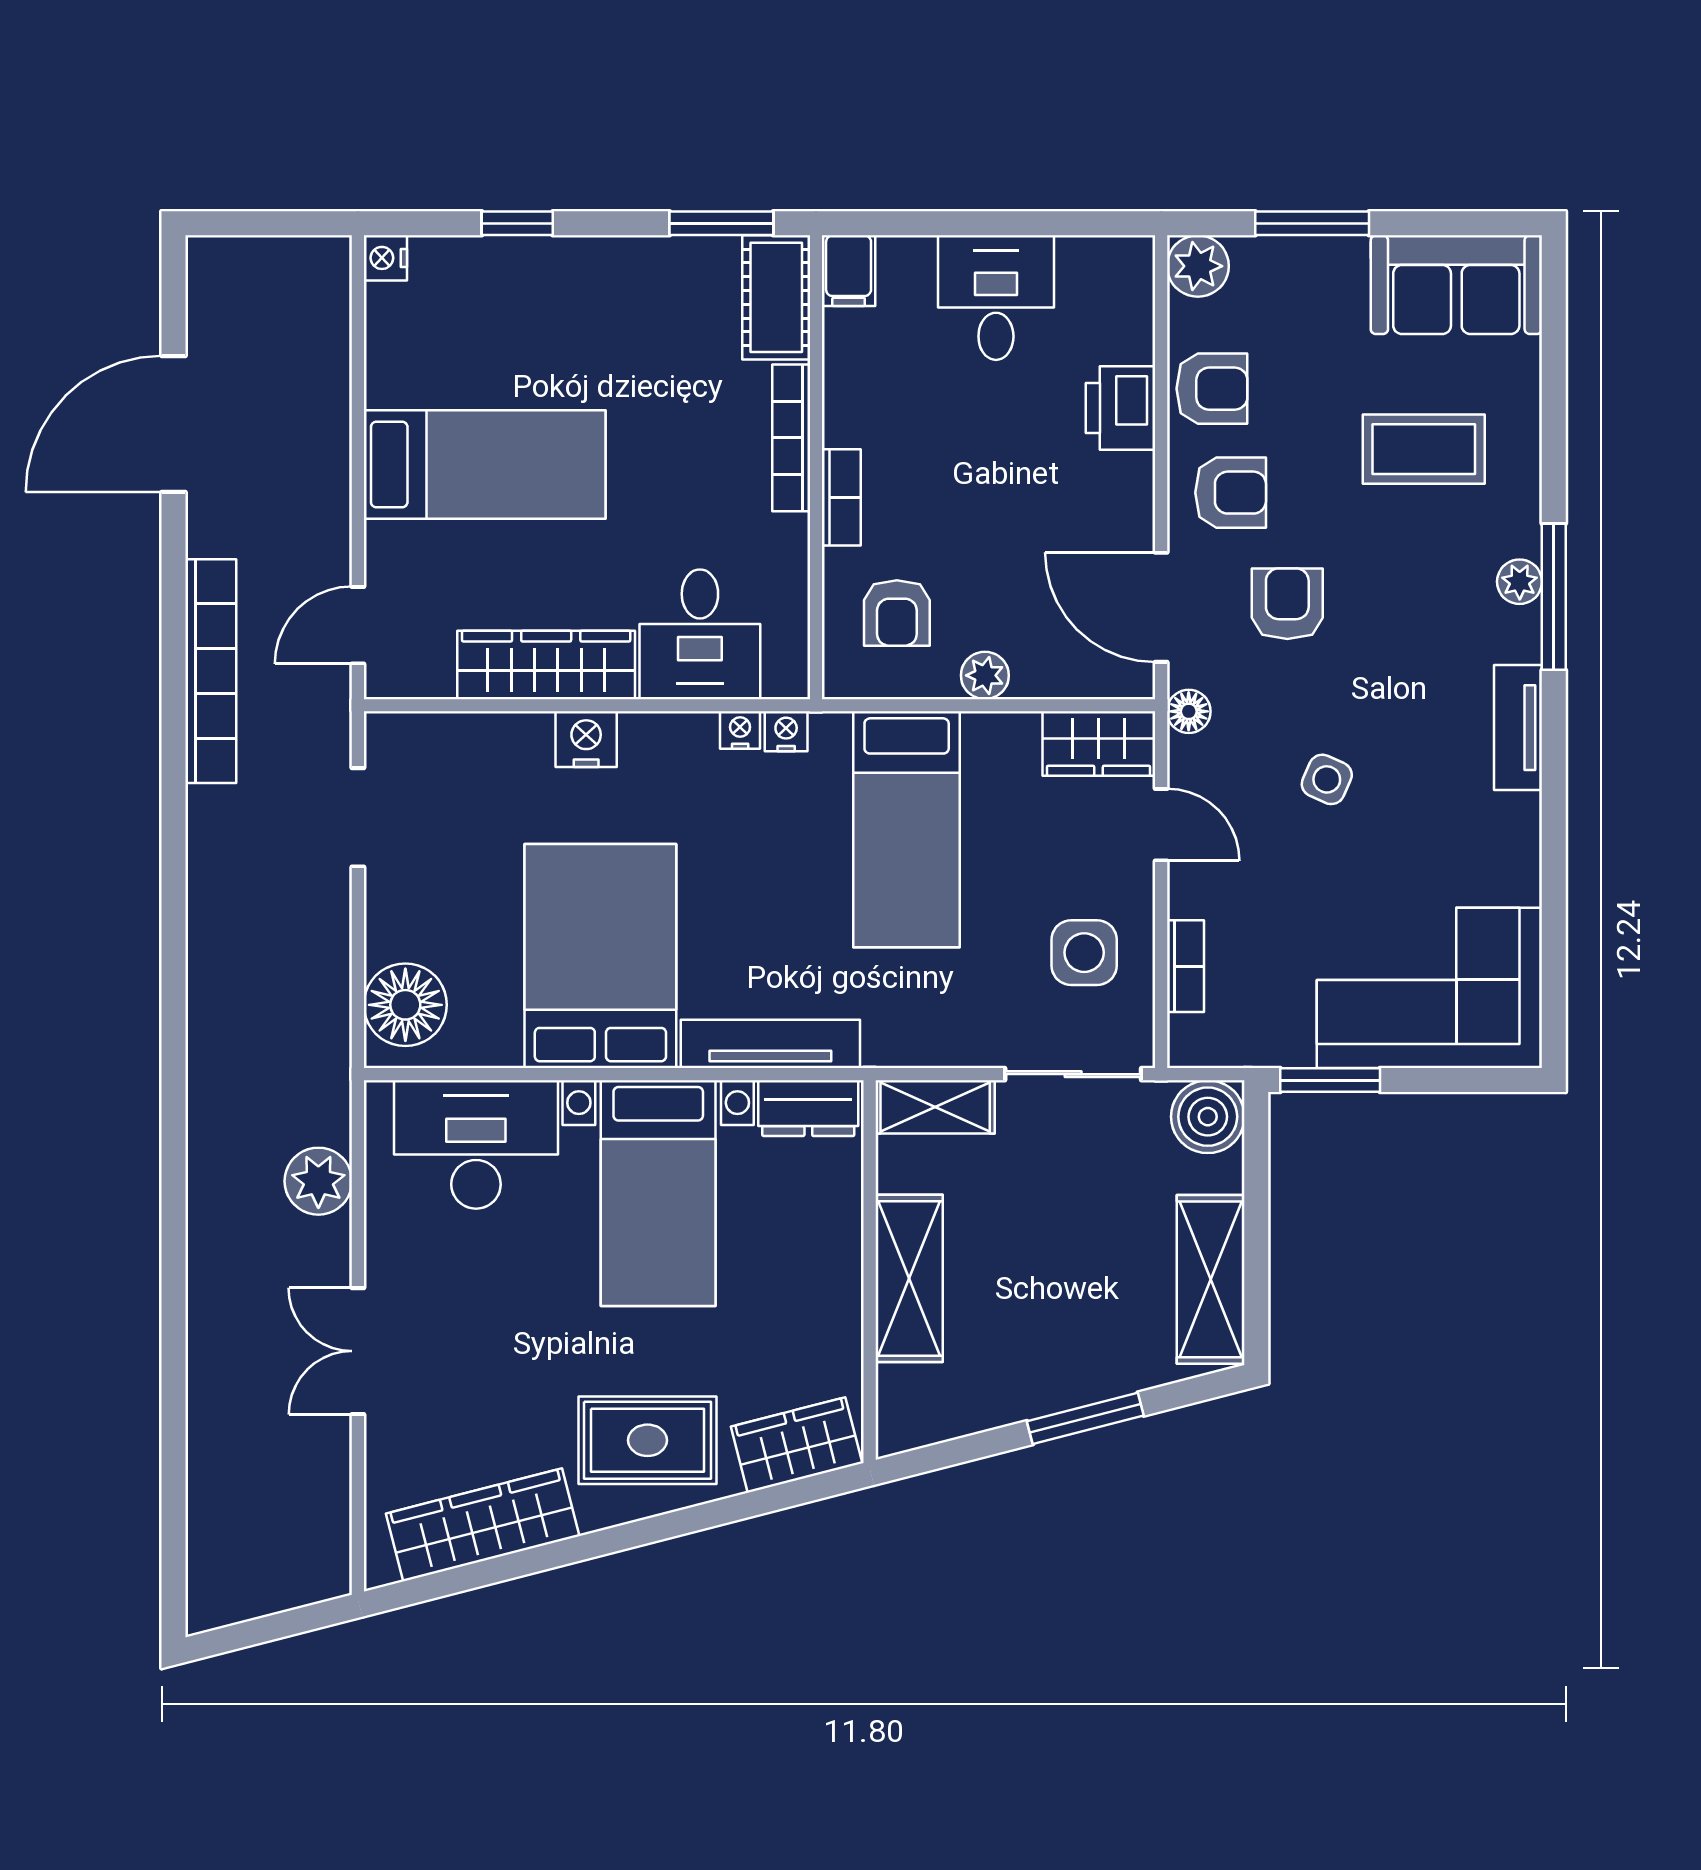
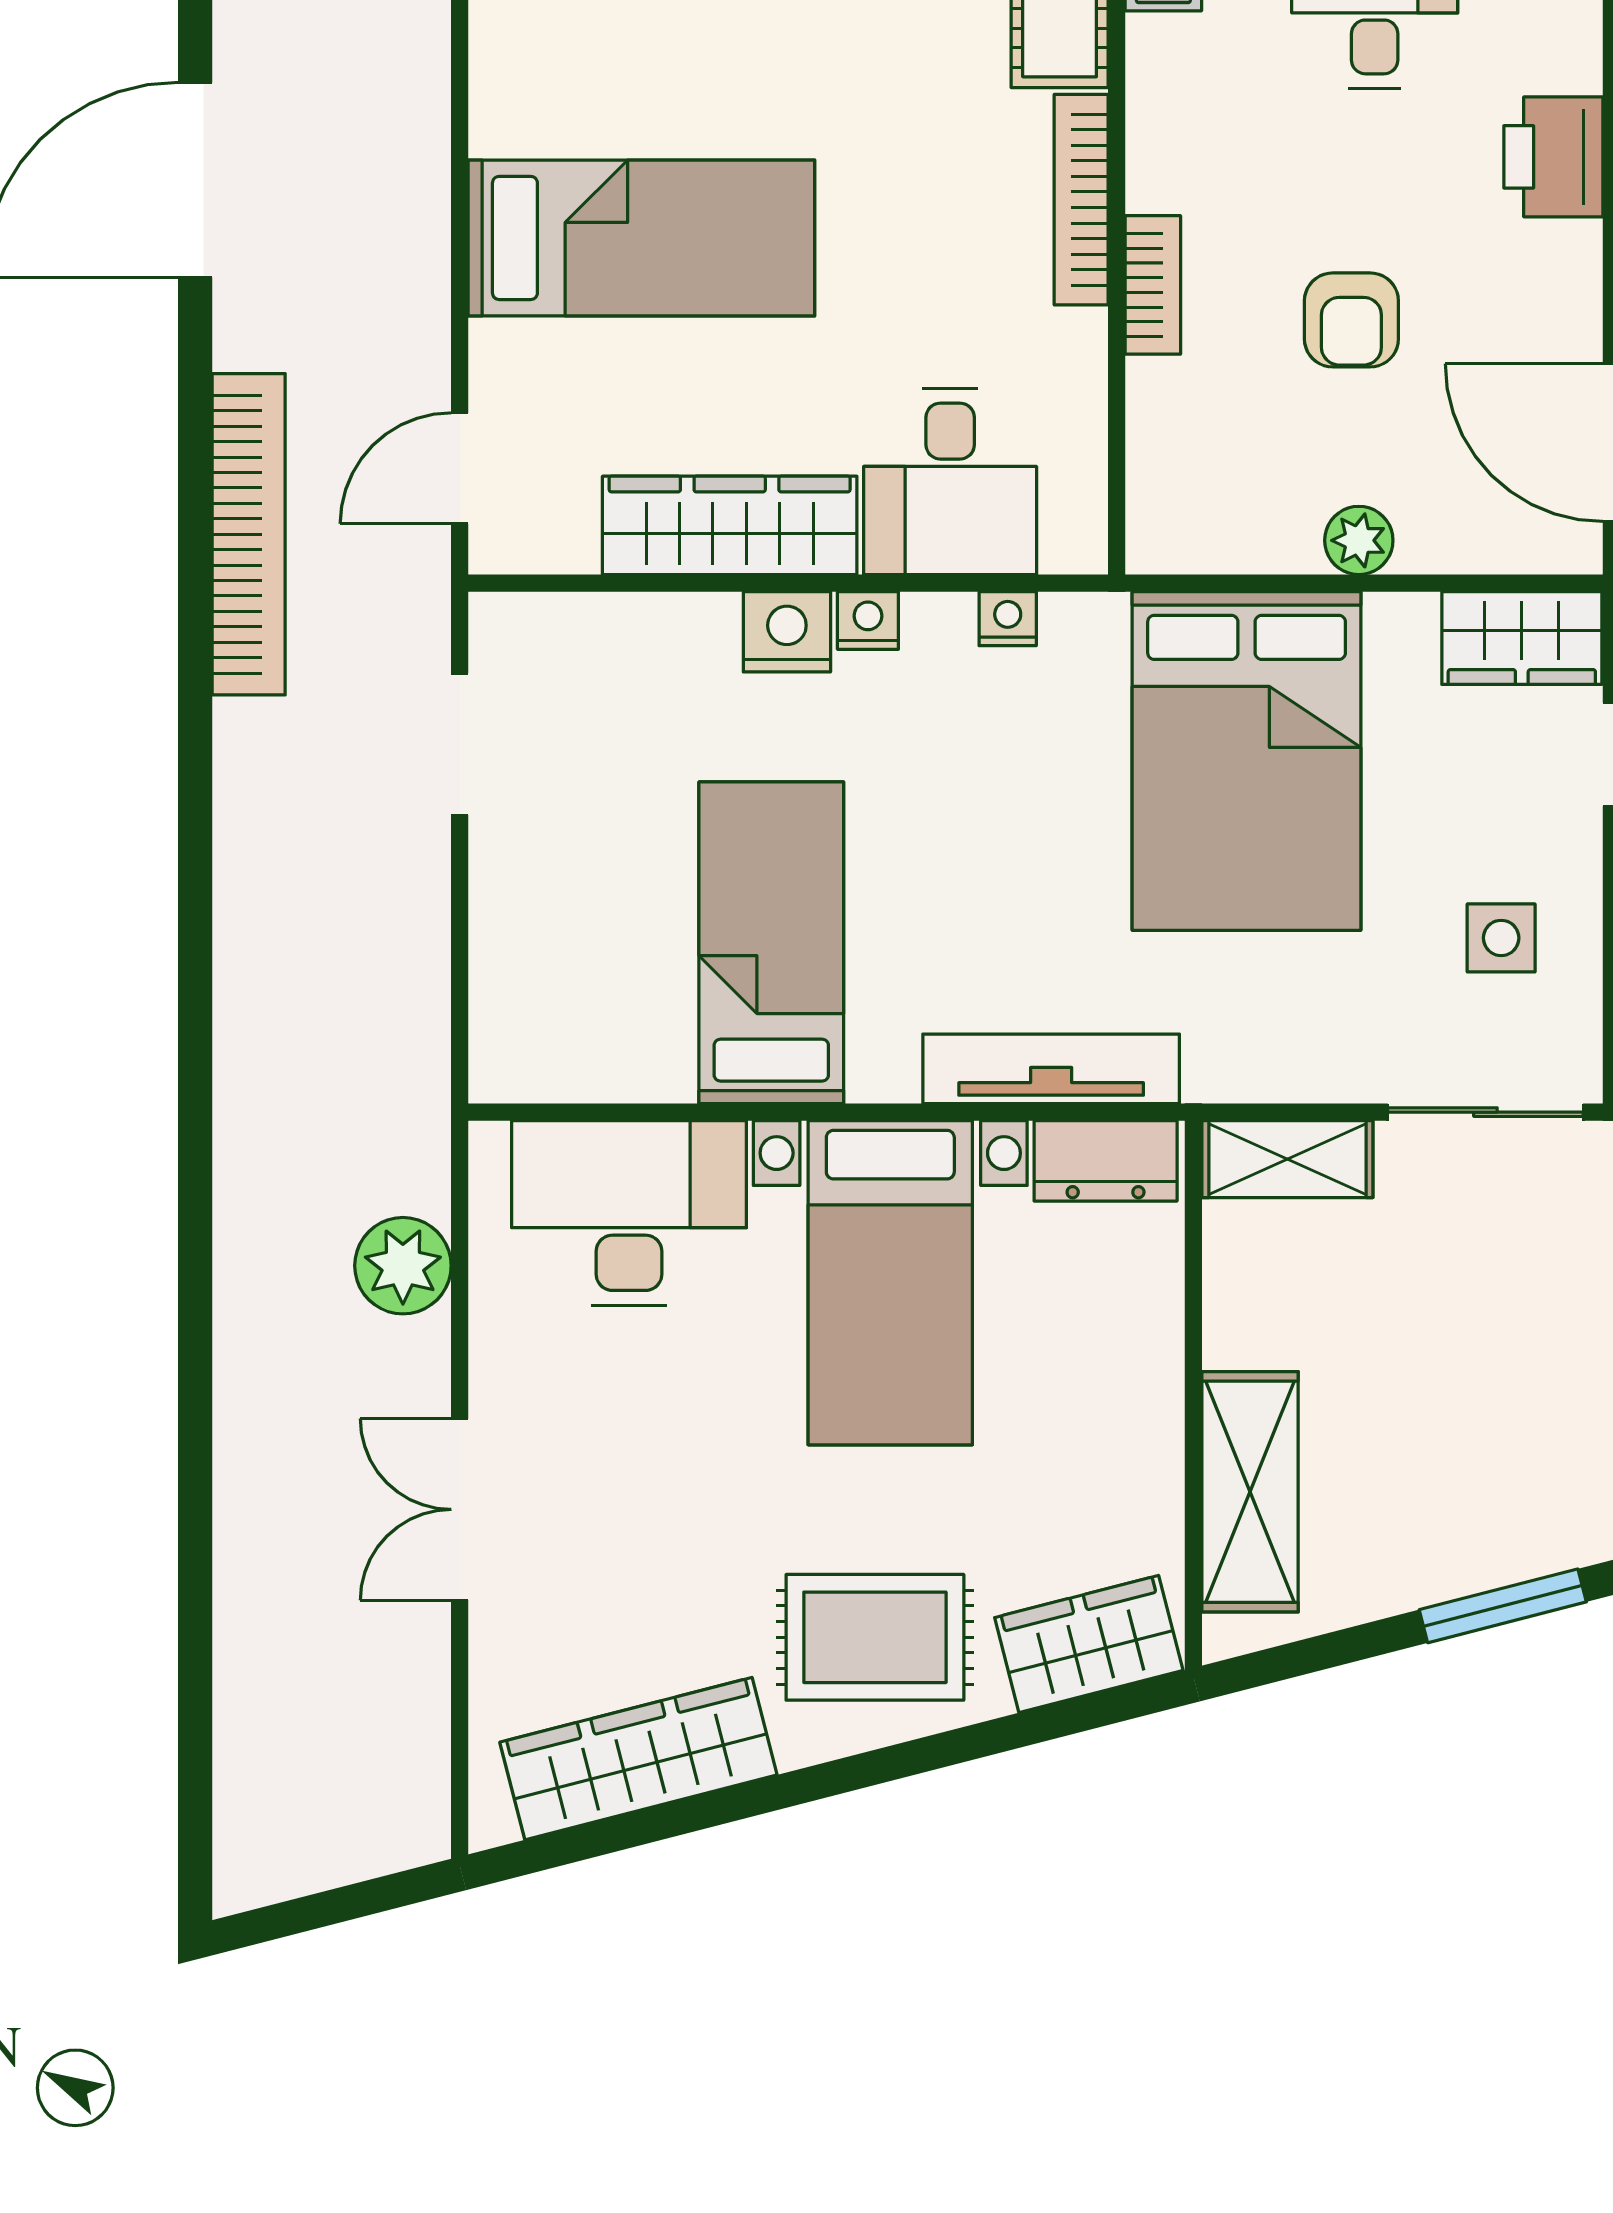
armchair: (897, 613) -> (1351, 320), moved
nightstand: (786, 731) -> (868, 620), moved
bed: (907, 829) -> (1247, 761), width x1.50
side table: (1084, 953) -> (1501, 938), width x0.73, depth x0.73
bed: (600, 956) -> (771, 943), width x0.67
floor lamp: (405, 1005) -> (528, 1013), removed
shelving: (909, 1278) -> (1250, 1492), moved

